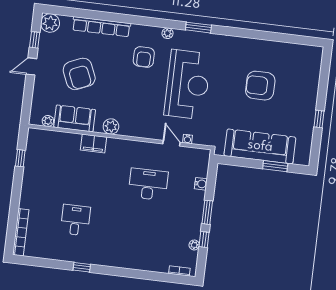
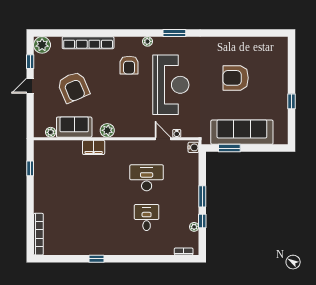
window: (275, 166) -> (229, 148), moved
water cooler: (201, 184) -> (193, 147), moved
desk: (75, 220) -> (147, 217), moved

